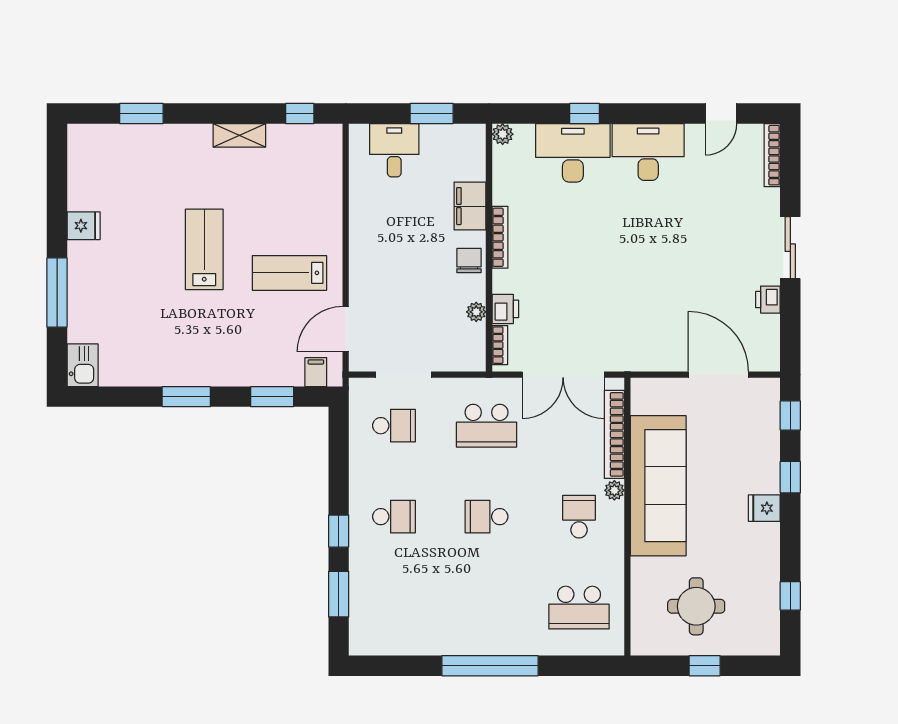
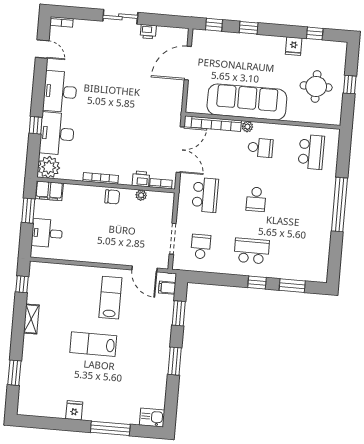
plant: (503, 134) -> (49, 167), width x1.88, depth x1.88
bookcase: (772, 155) -> (61, 22), width x0.64
filing cabinet: (470, 206) -> (49, 191), moved
chair: (469, 261) -> (112, 197), turned 180
lab bench: (289, 273) -> (110, 298), turned 180
fridge: (764, 508) -> (294, 46), moved
school desk: (394, 517) -> (252, 251), width x1.85
school desk: (579, 517) -> (260, 148), turned 180

